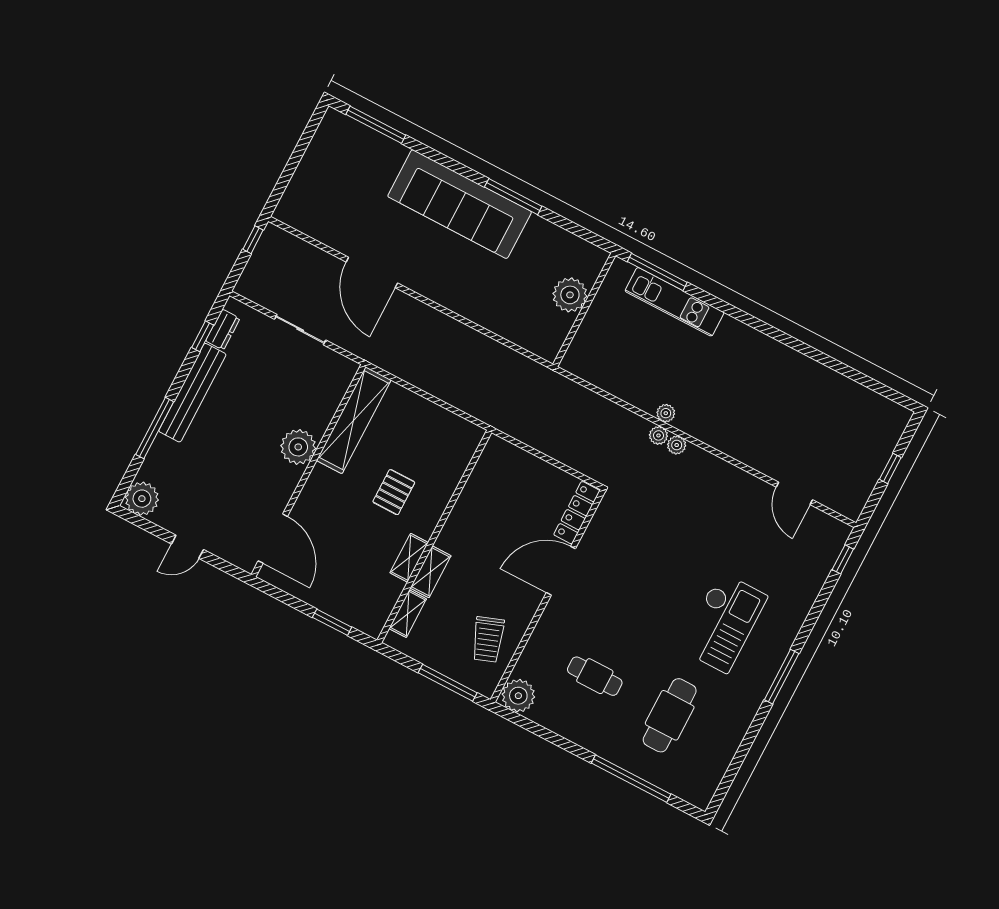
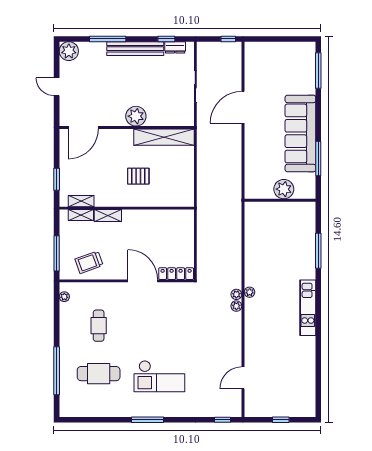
plant: (570, 295) -> (284, 189), moved
kitchen unit: (675, 302) -> (308, 308), moved
wall: (584, 310) -> (280, 200), moved
shelving: (409, 558) -> (81, 201), moved
plant: (518, 696) -> (64, 297), width x0.53, depth x0.53

